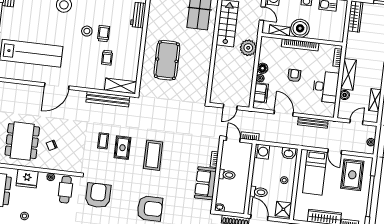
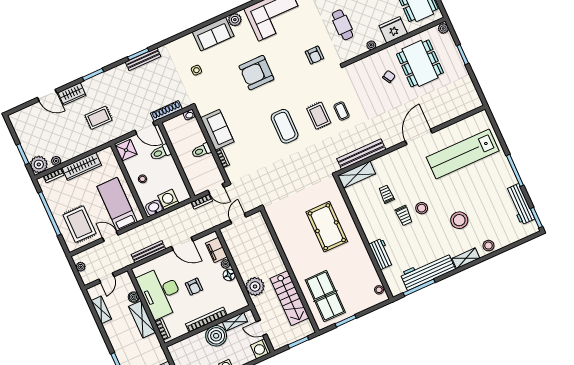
desk: (326, 87) -> (161, 292), width x1.36, depth x1.30
washing machine: (262, 151) -> (168, 200), moved, turned 90
cafe table: (65, 190) -> (343, 25), moved
armchair: (98, 195) -> (314, 55), width x0.53, depth x0.53

